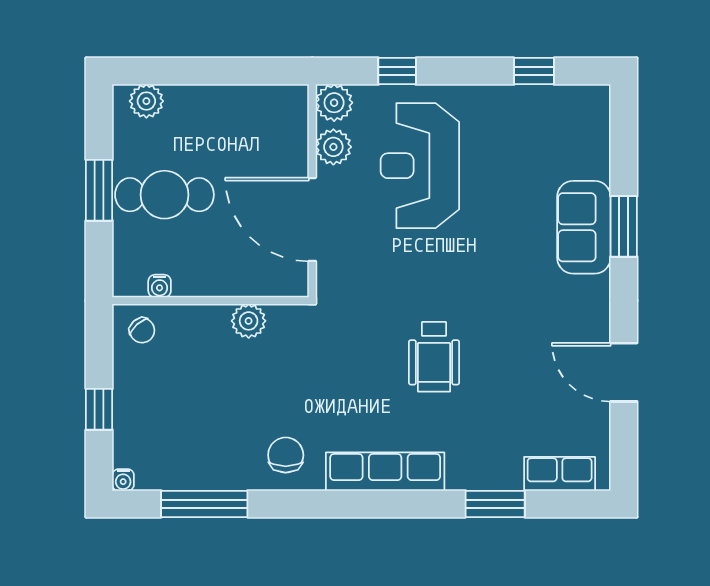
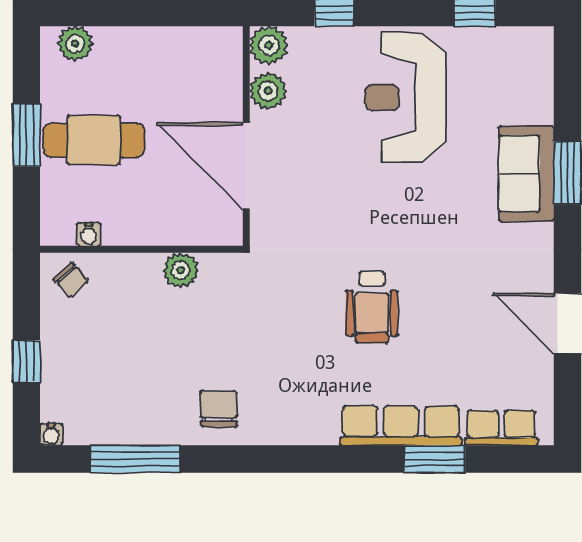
reception desk: (420, 166) -> (406, 97), moved
row of seats: (385, 472) -> (401, 426), moved

